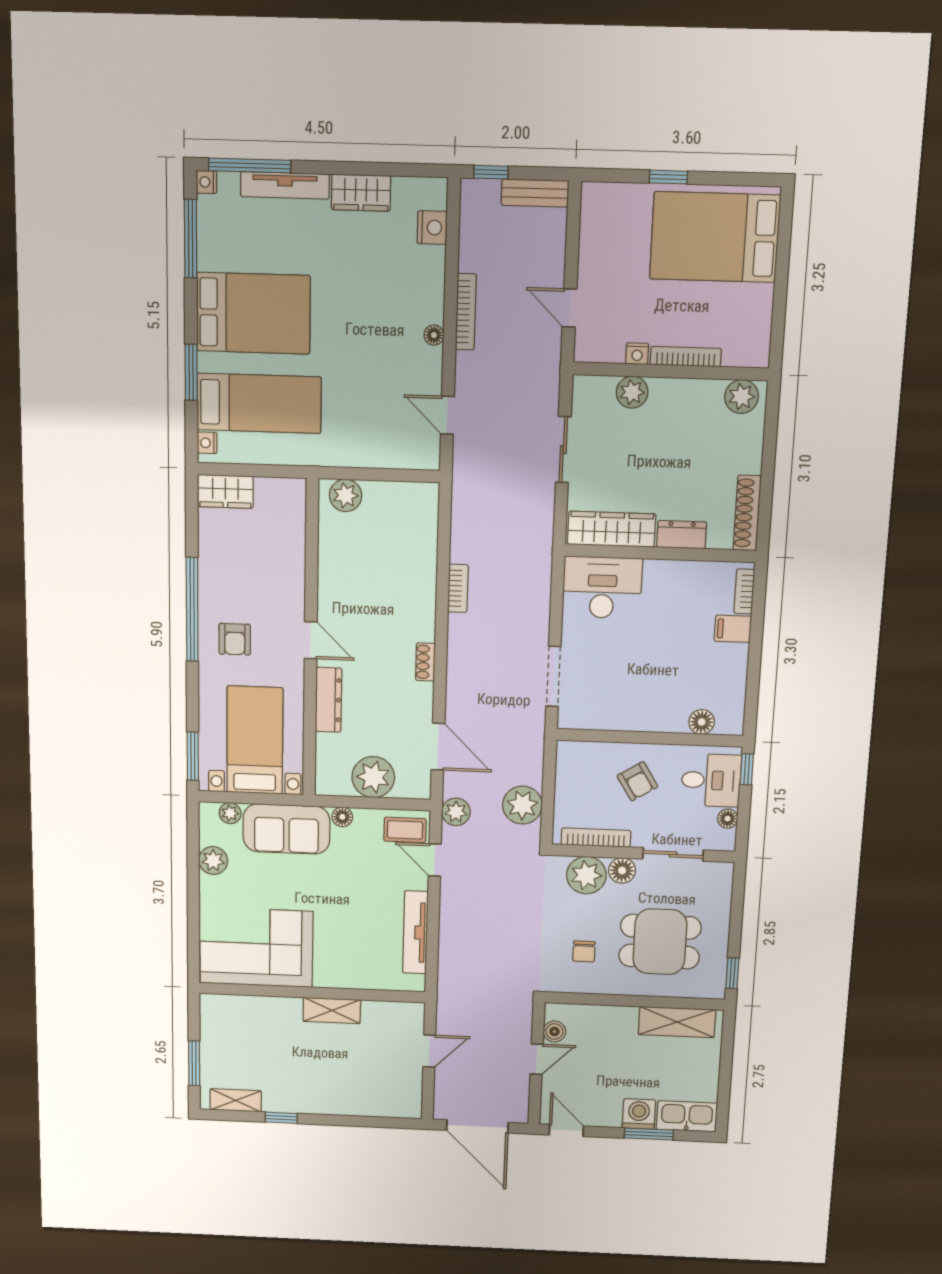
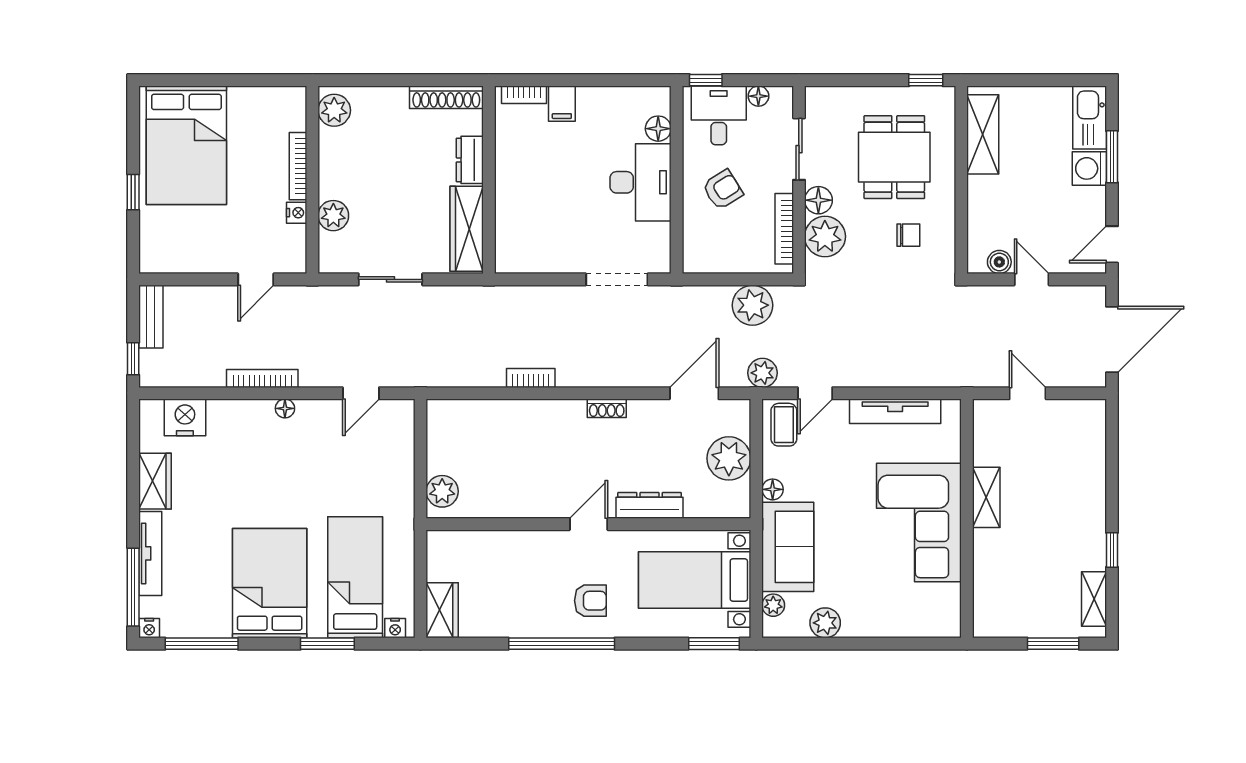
nightstand: (432, 227) -> (185, 417), width x1.36, depth x1.33
desk: (602, 587) -> (641, 182), moved, turned 180
corner sofa: (256, 947) -> (919, 523), moved

